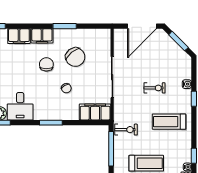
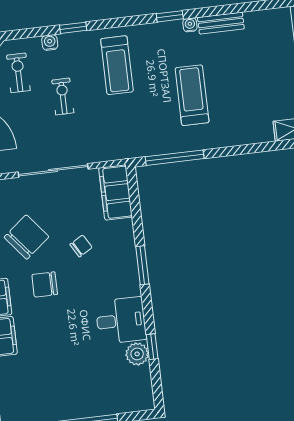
exercise bike: (126, 130) -> (18, 73), moved

